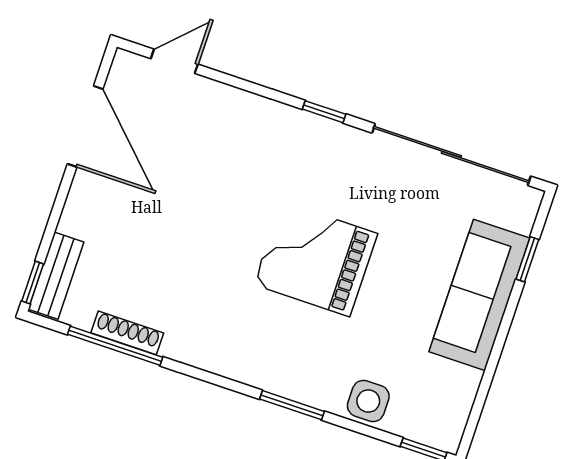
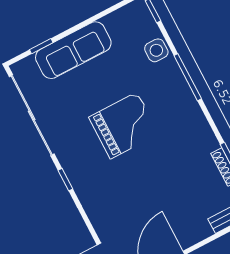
grand piano: (315, 259) -> (124, 125), turned -90
window: (292, 405) -> (188, 77), width x1.44

